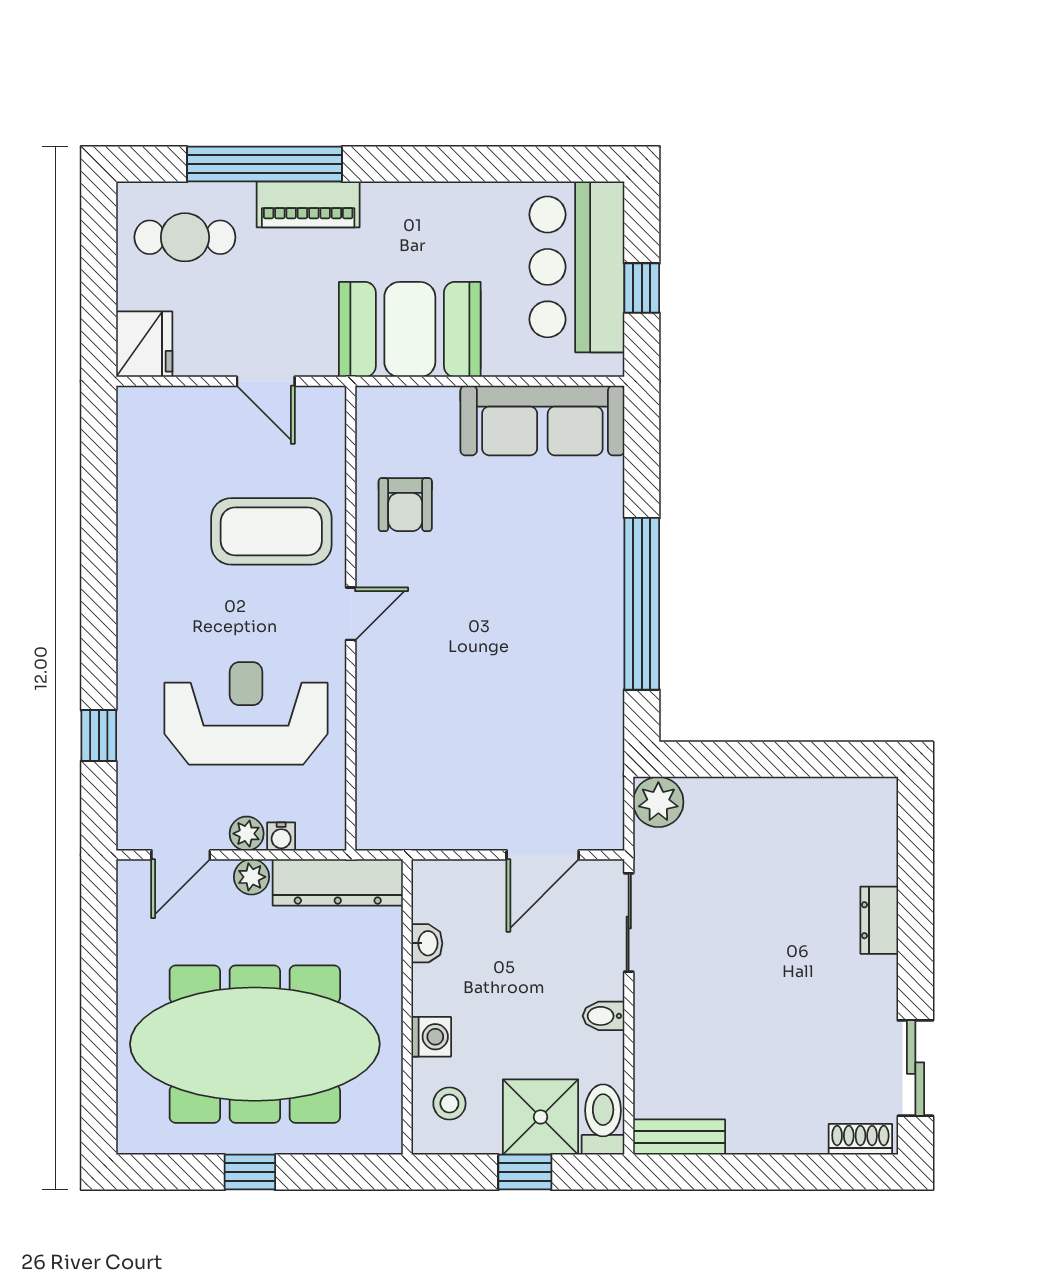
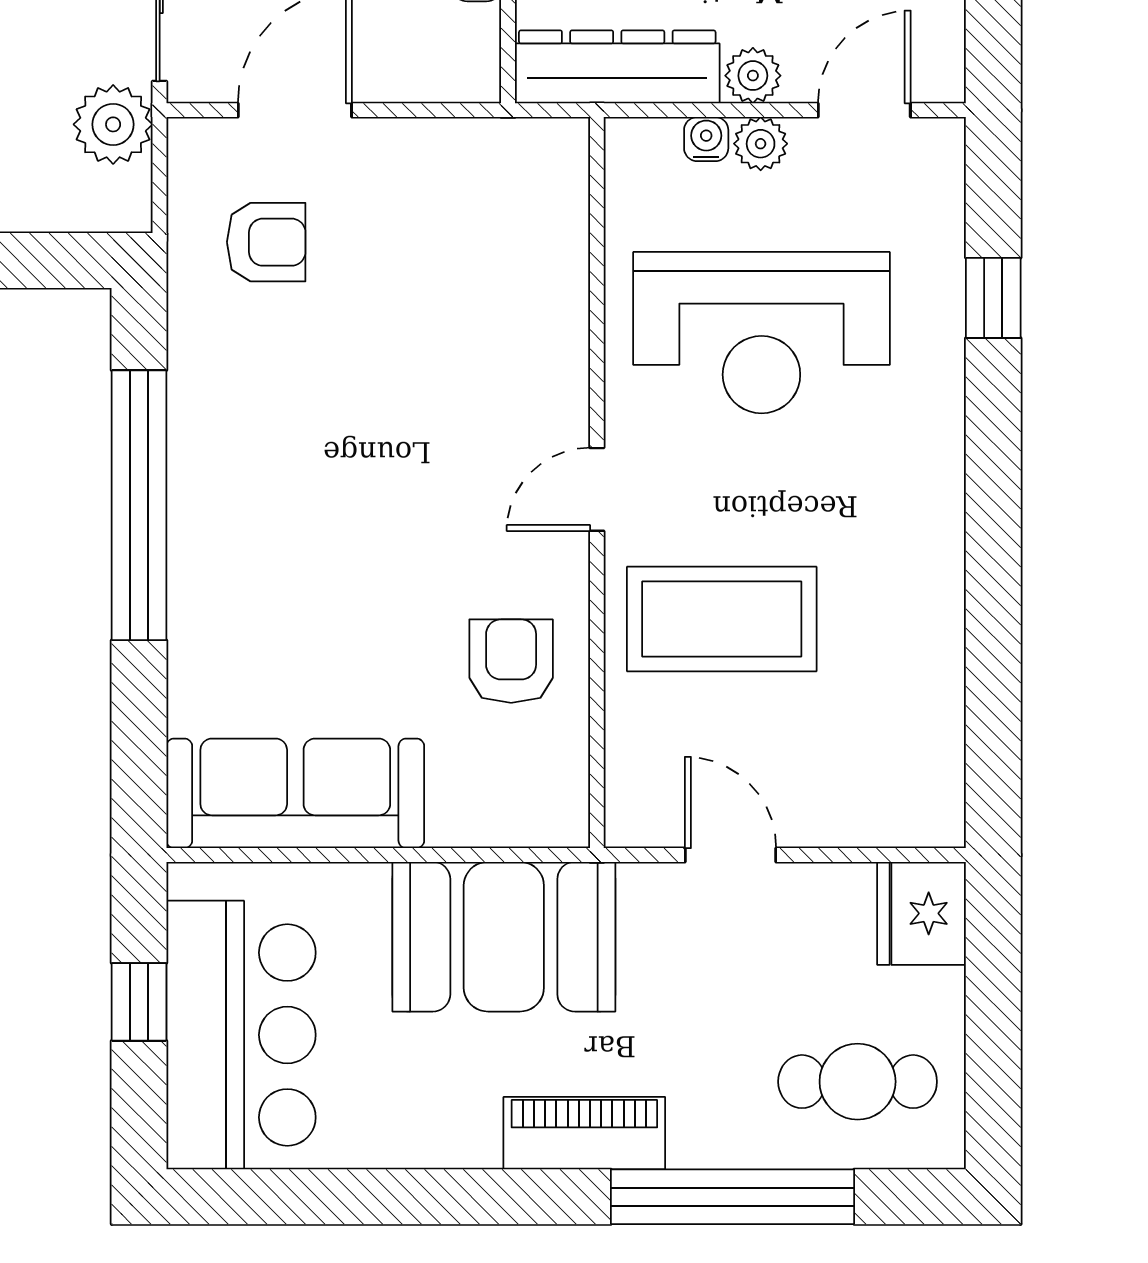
piano: (308, 204) -> (584, 1133), moved
armchair: (561, 771) -> (266, 242), added
plant: (658, 802) -> (113, 124), moved

